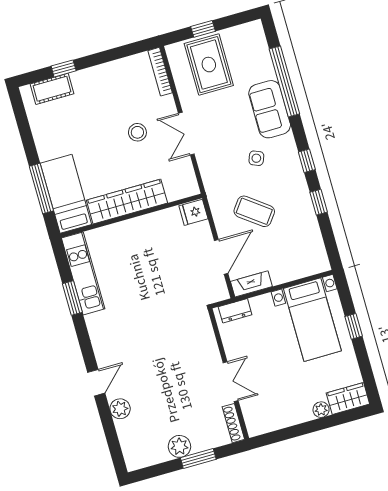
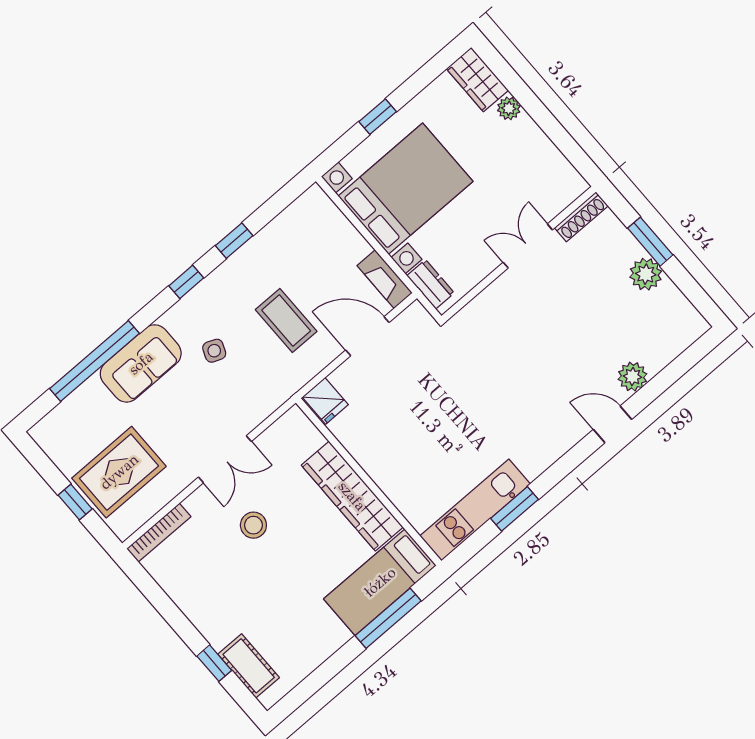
coffee table: (254, 211) -> (286, 321), turned -37
bed with nightstands: (312, 320) -> (405, 189), width x1.36

